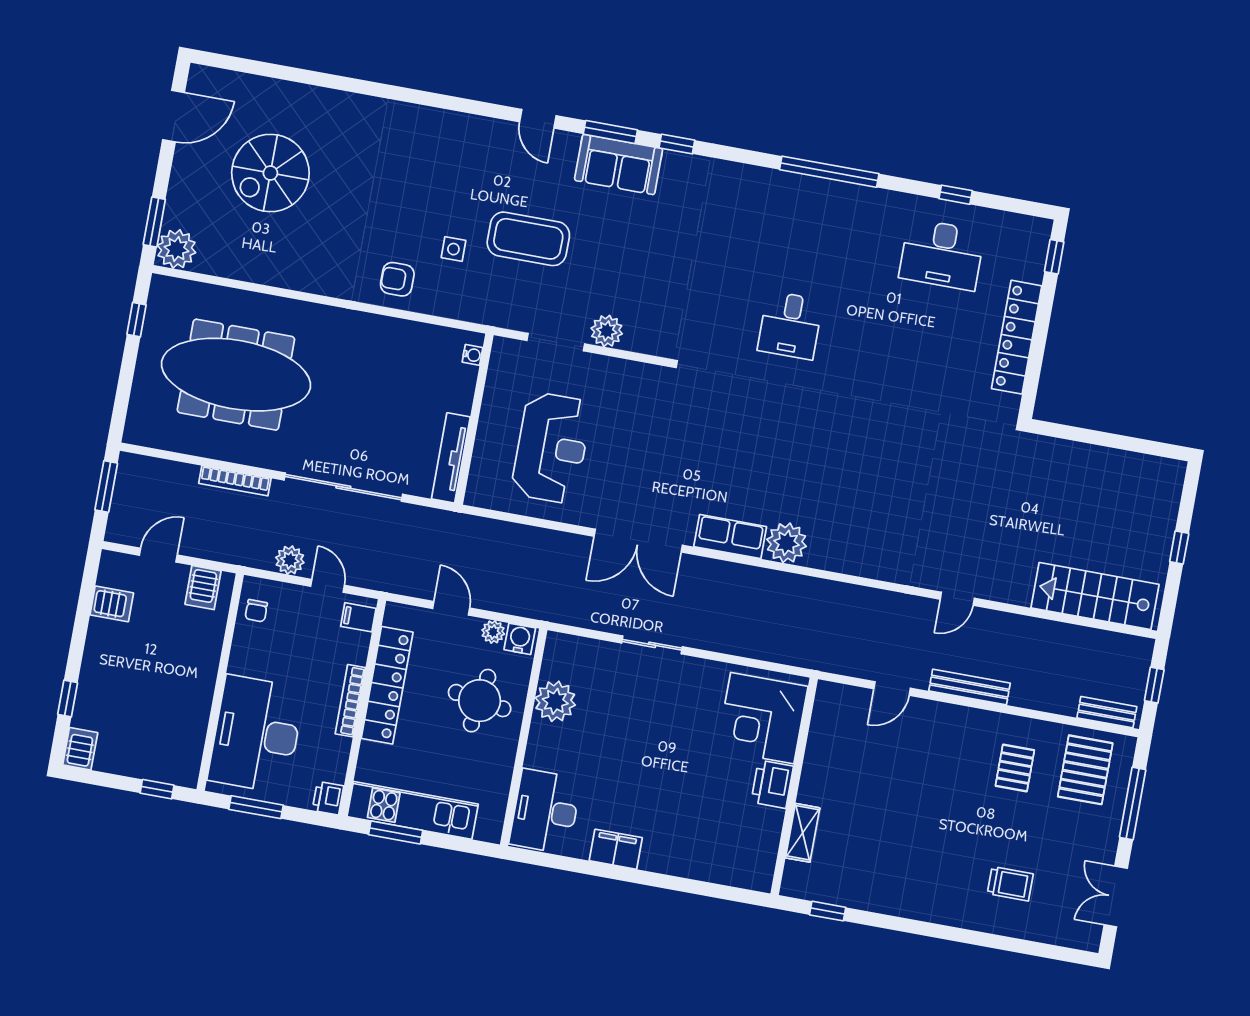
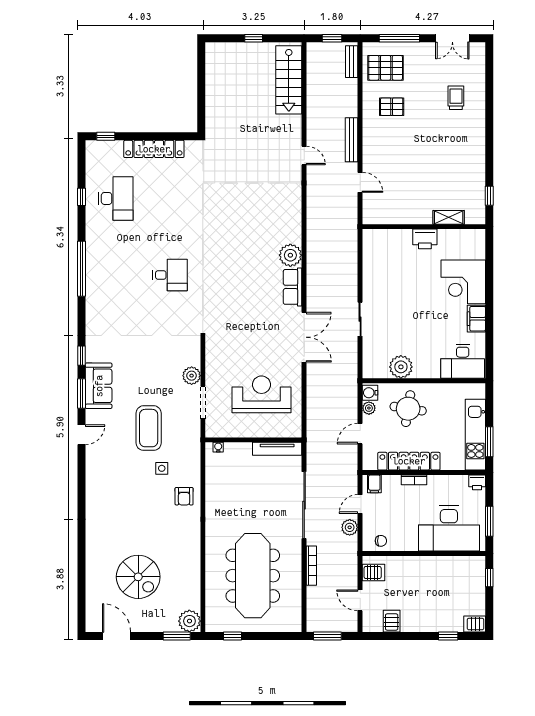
bookcase: (350, 701) -> (414, 480), width x0.64
corner desk: (762, 718) -> (463, 282), moved, turned 90

